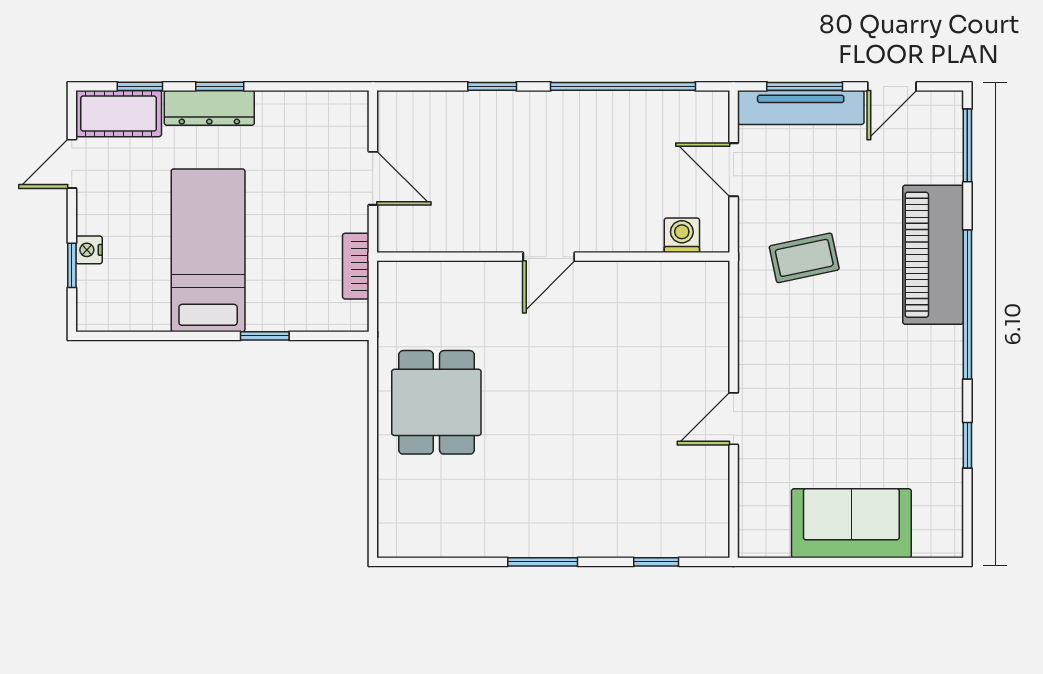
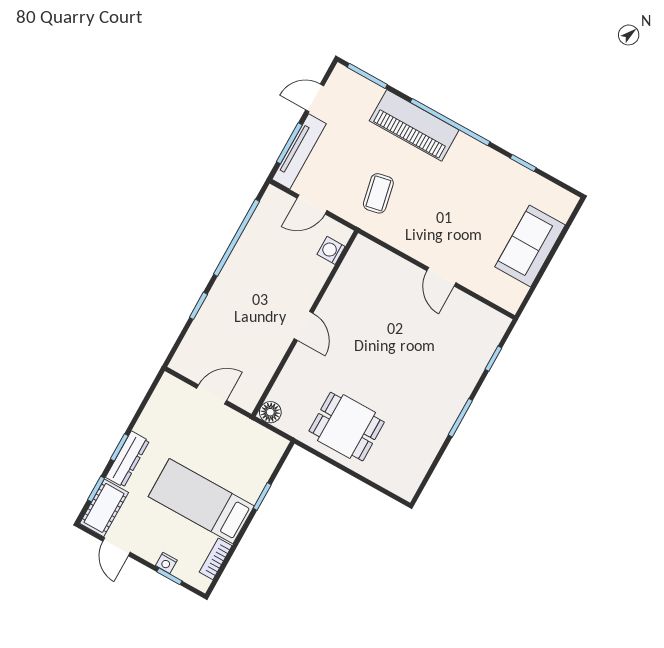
door: (892, 86) -> (315, 98), swing flipped
bookcase: (356, 266) -> (216, 559), moved, turned 90
floor lamp: (395, 279) -> (270, 412), added

